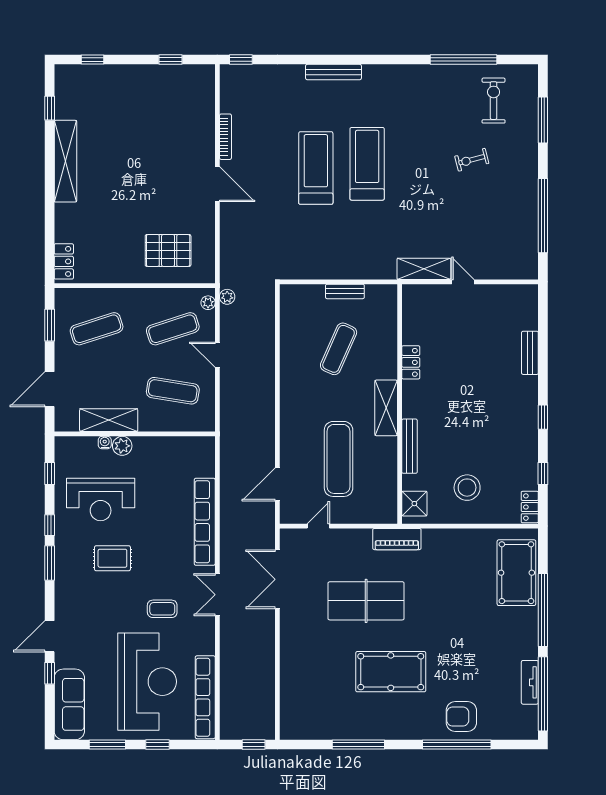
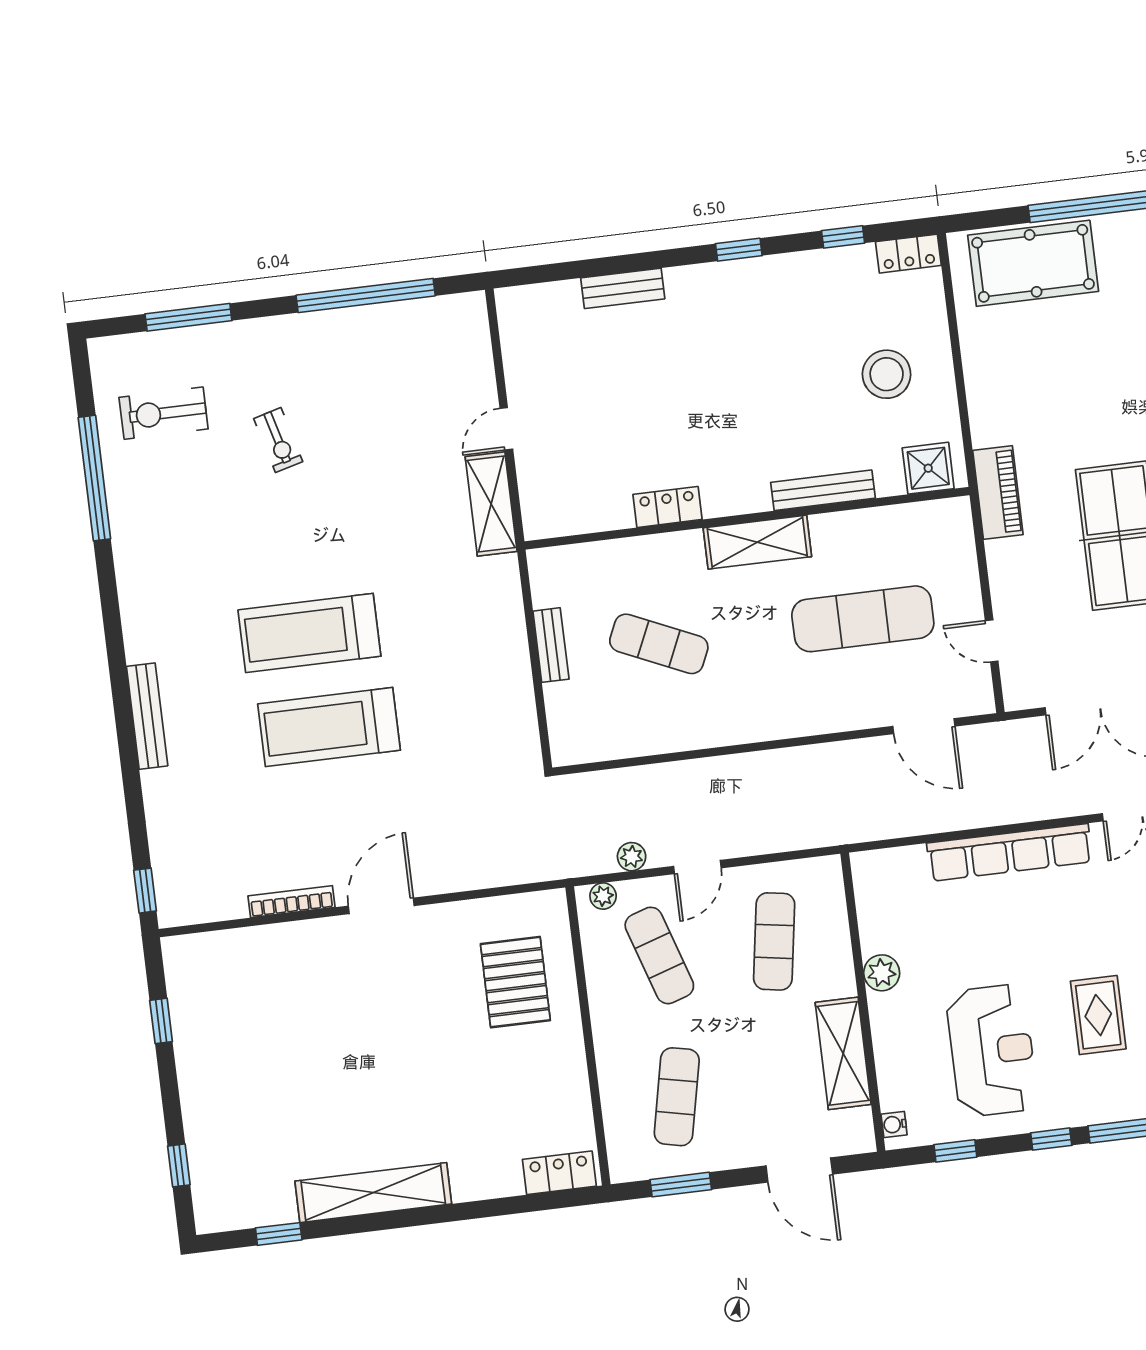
plant: (227, 297) -> (632, 857), moved
exercise mat: (97, 329) -> (677, 1097), turned 30
water cooler: (105, 443) -> (894, 1124), moved
plant: (122, 446) -> (882, 973), moved

